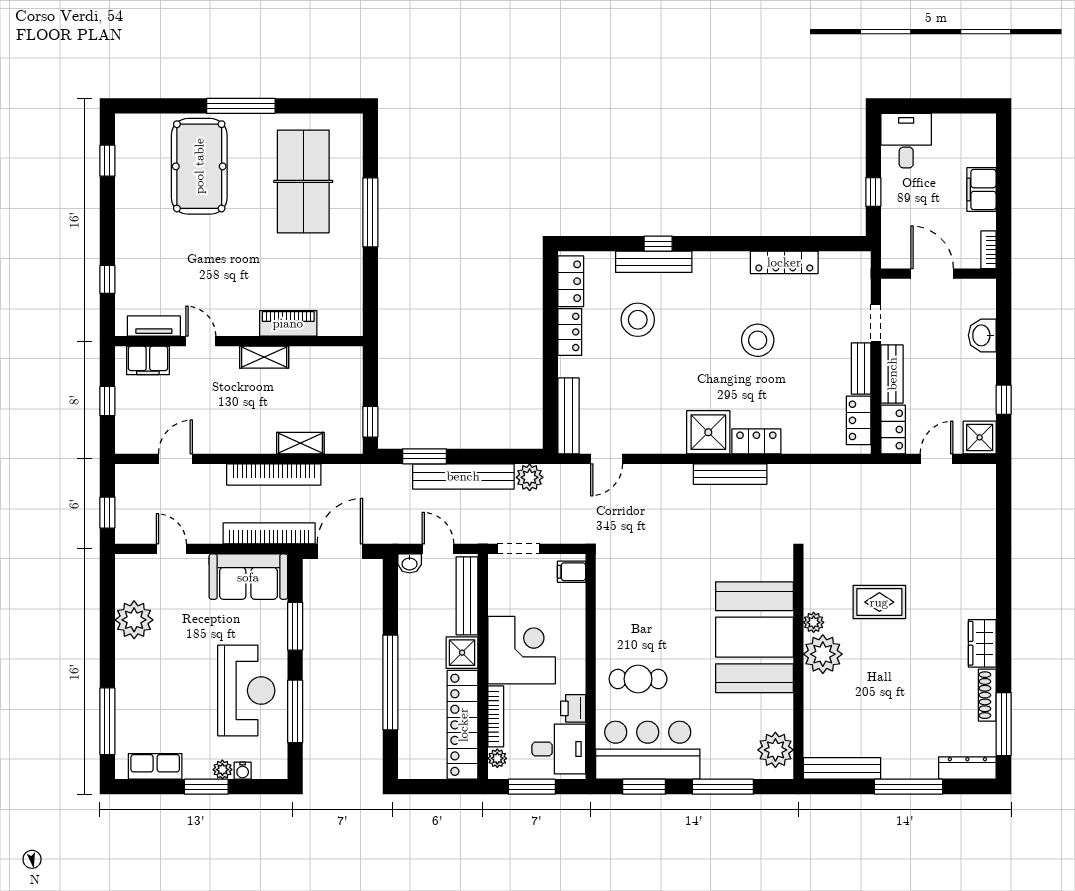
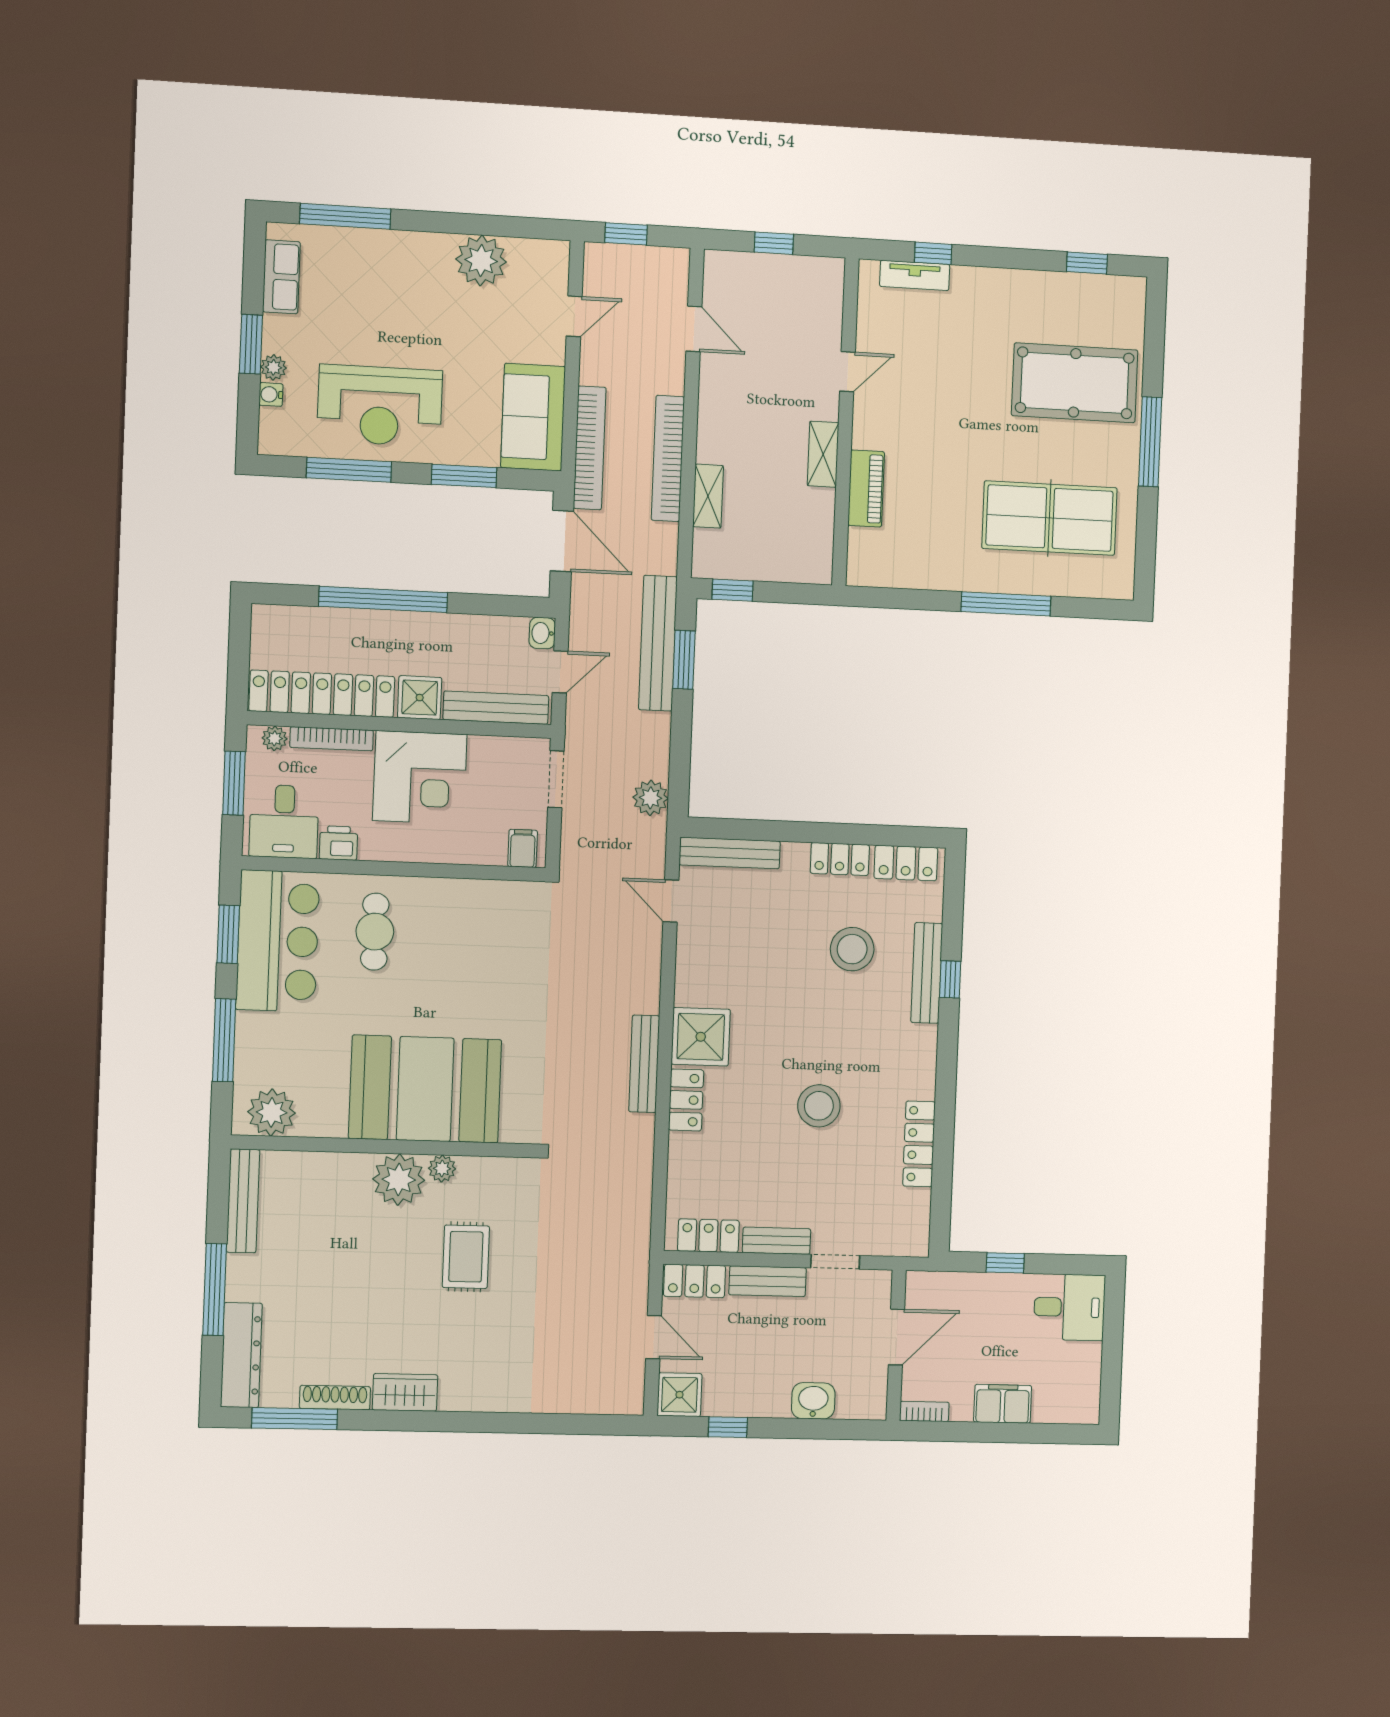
tv unit: (154, 326) -> (915, 275), moved, turned 90
filing cabinet: (148, 360) -> (825, 300), removed
bench: (463, 476) -> (658, 643), moved
dresser: (967, 768) -> (241, 1355), width x1.37, depth x1.24

